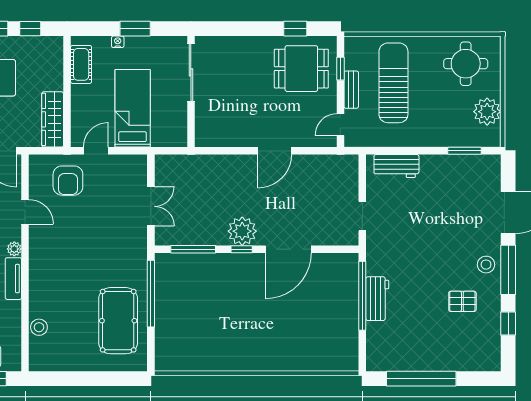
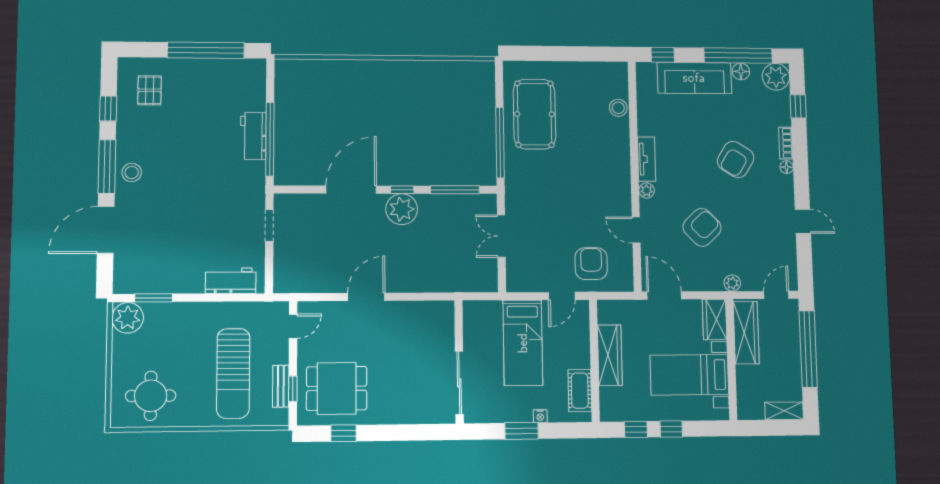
bench: (351, 90) -> (281, 386), moved
plant: (487, 112) -> (128, 318), moved
wardrobe: (53, 119) -> (610, 355), moved
pallet: (462, 301) -> (149, 90), moved, turned 90

